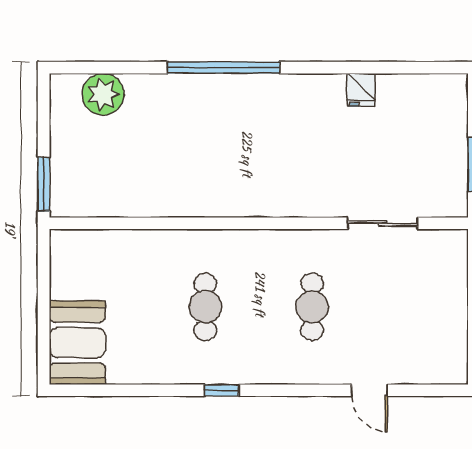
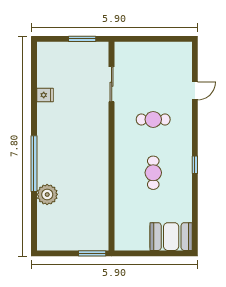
plant: (103, 94) -> (47, 194), moved
cafe table: (205, 307) -> (153, 173), turned 90

